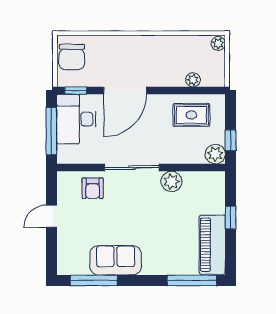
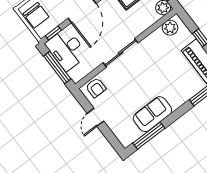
plant: (172, 181) -> (170, 28), moved
armchair: (93, 188) -> (96, 88), moved

